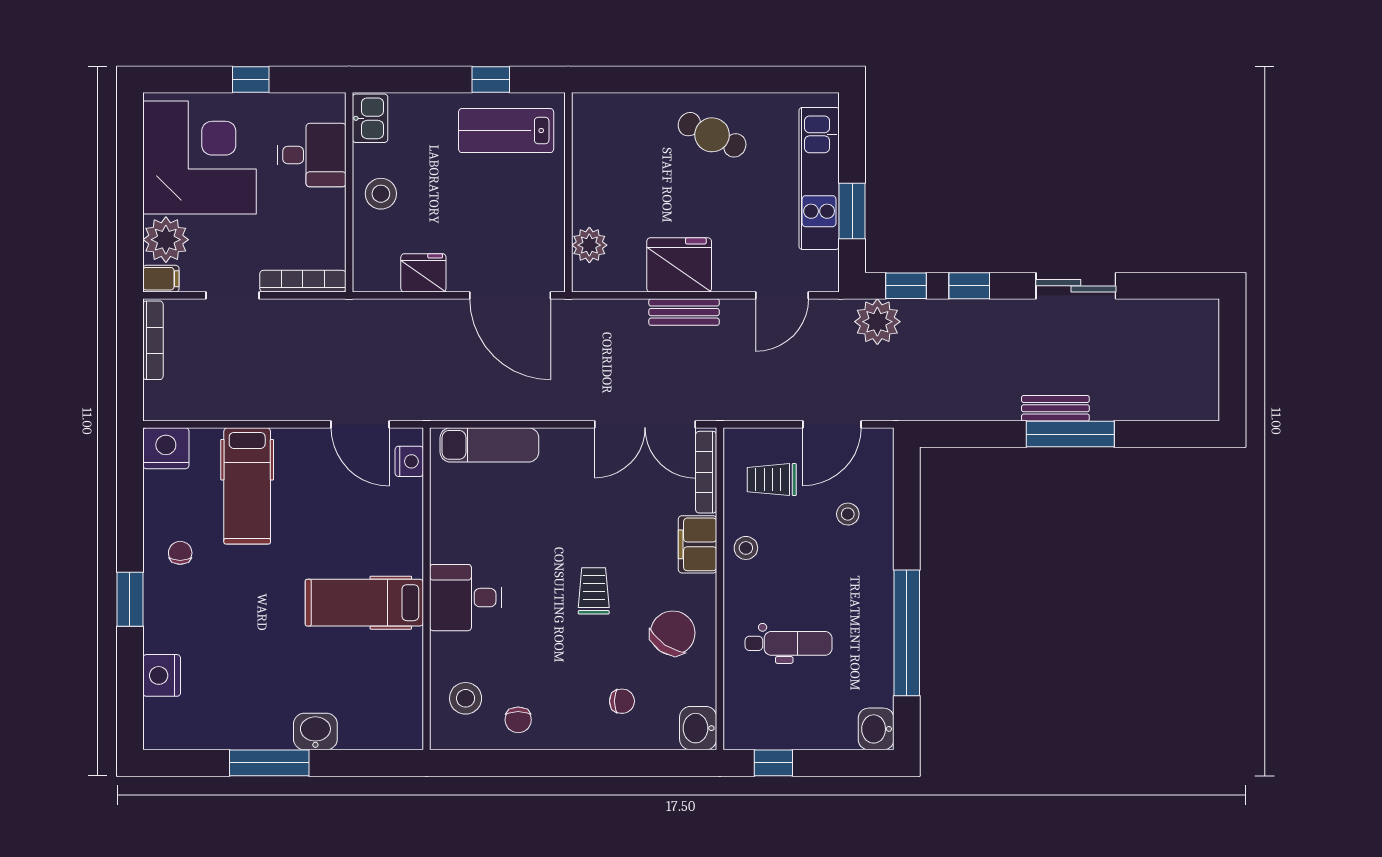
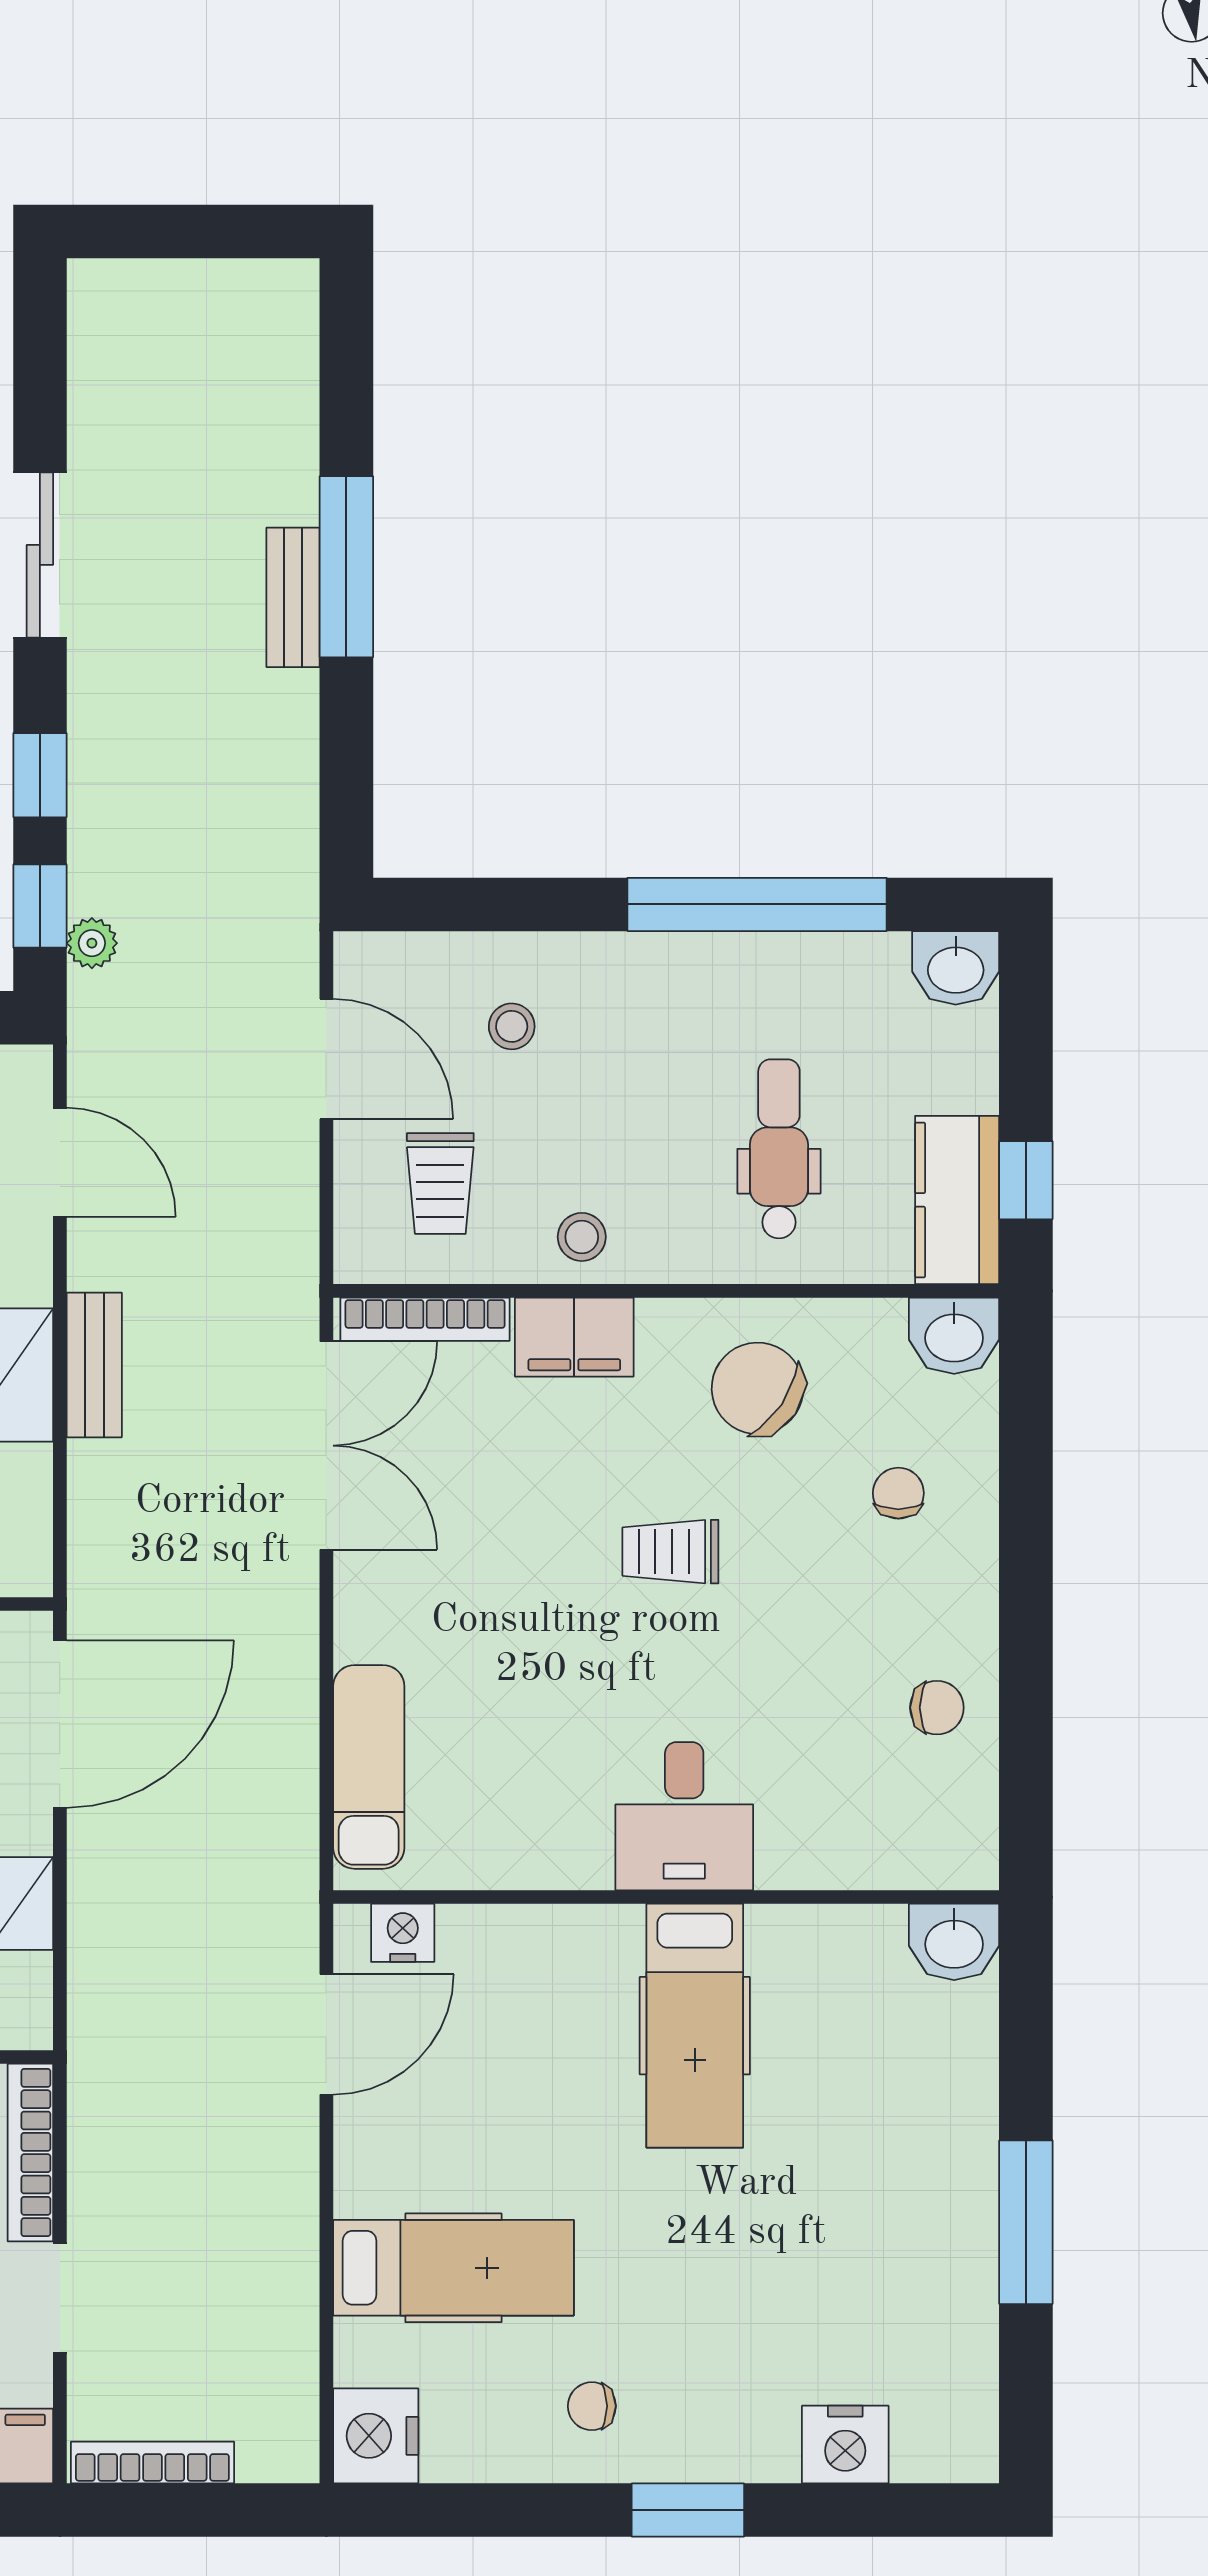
plant: (877, 322) -> (92, 943), width x0.53, depth x0.53
stool: (466, 698) -> (892, 1816), removed
kitchen counter: (764, 730) -> (957, 1200), added
washbasin: (315, 731) -> (954, 1942), moved, turned -90

